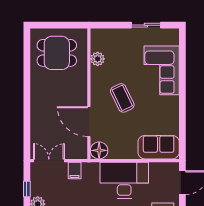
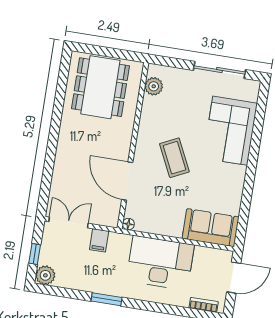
sliding door: (146, 25) -> (219, 70), width x1.37
dining table: (57, 53) -> (100, 87), width x1.38
plant: (98, 59) -> (154, 86), moved
floor lamp: (99, 150) -> (128, 224), width x0.53, depth x0.53

